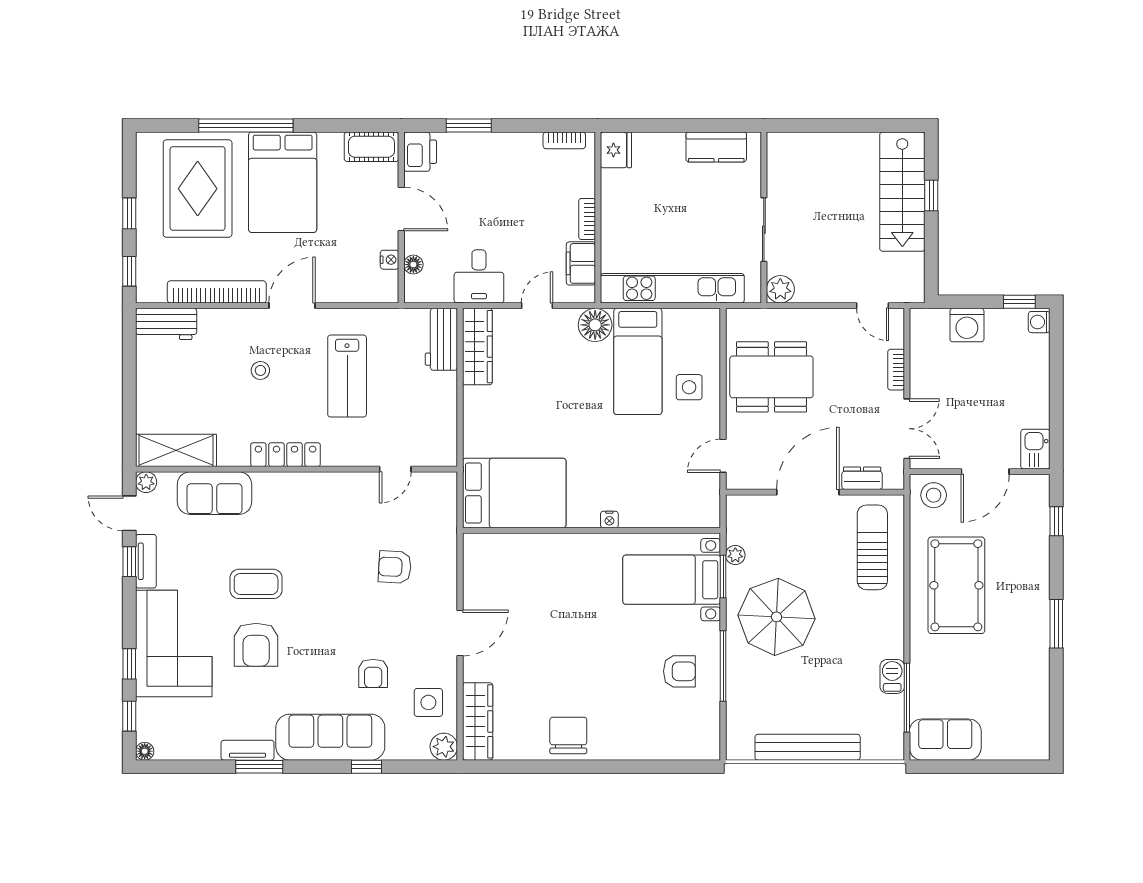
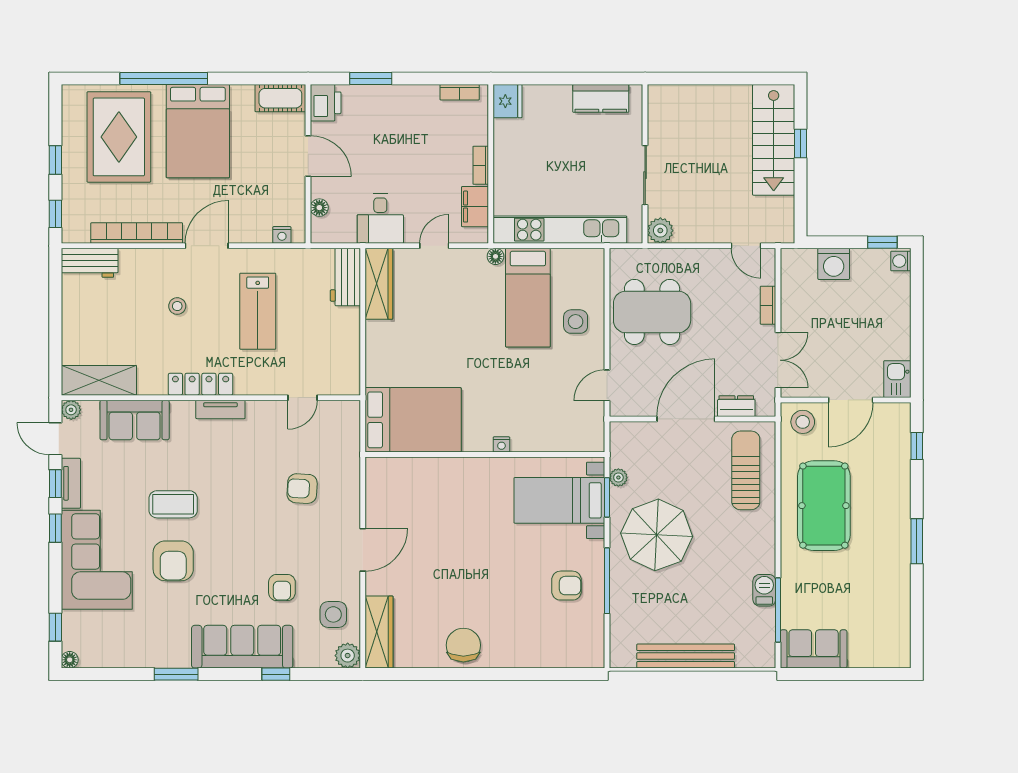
nightstand: (390, 260) -> (282, 235), moved, turned 90
floor lamp: (595, 325) -> (495, 256), width x0.53, depth x0.53
window: (129, 664) -> (55, 528), moved
tv unit: (248, 750) -> (220, 409), moved, turned 180

